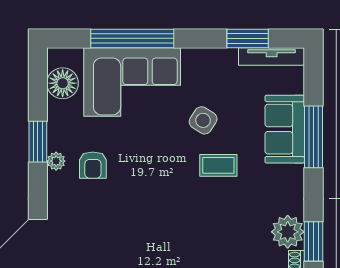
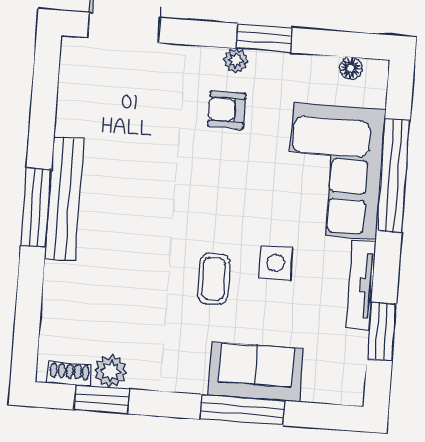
tv unit: (272, 56) -> (361, 285), moved
floor lamp: (63, 83) -> (351, 68), width x0.53, depth x0.53
side table: (203, 120) -> (276, 263), turned -33
plant: (288, 232) -> (111, 371), width x0.73, depth x0.73

